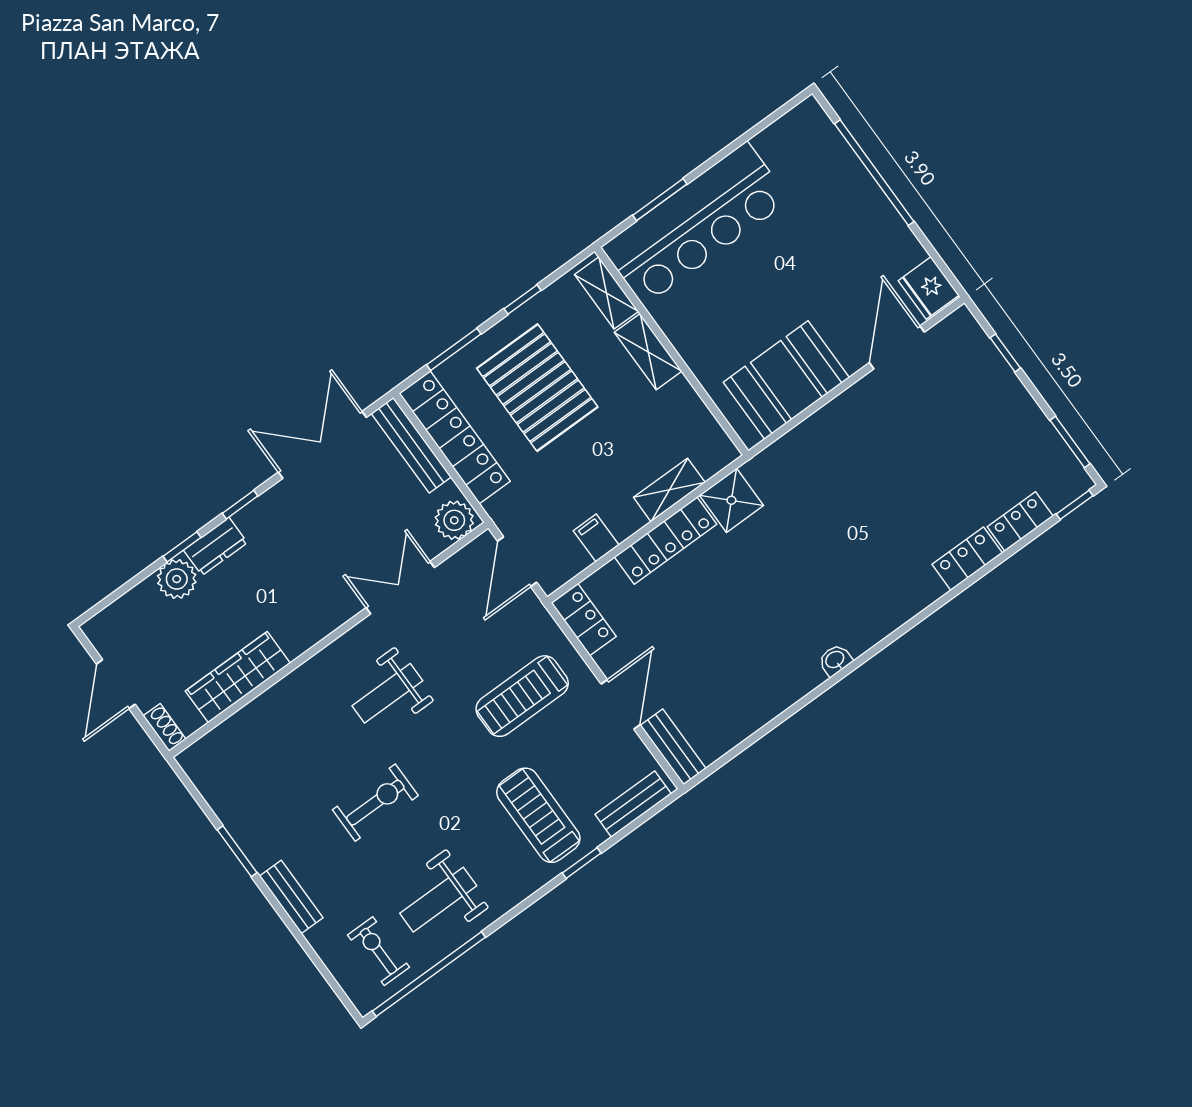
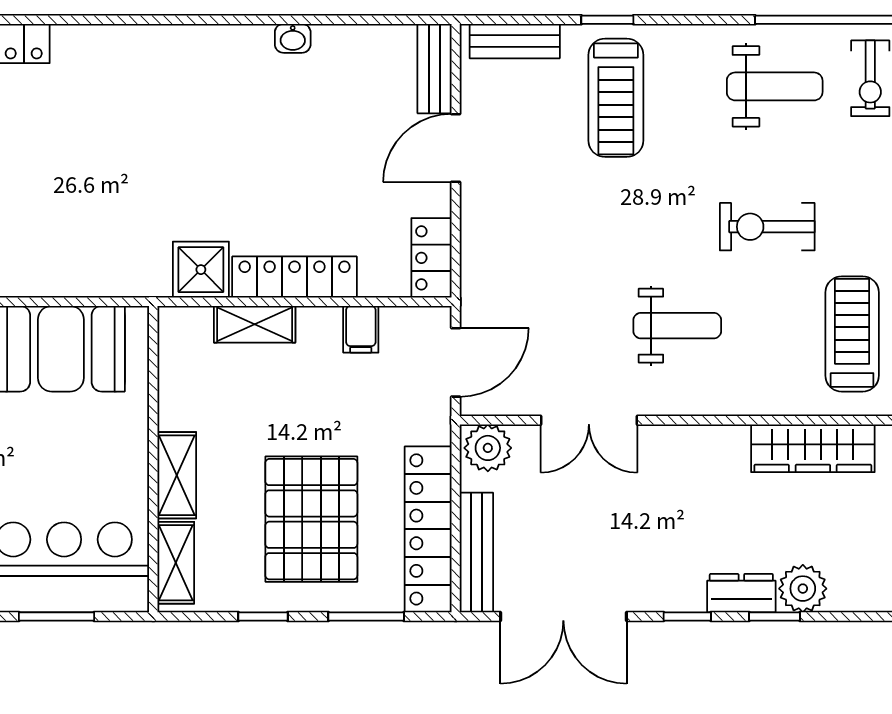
washbasin: (835, 660) -> (293, 38), moved
treadmill: (522, 696) -> (852, 334), moved, turned -90

